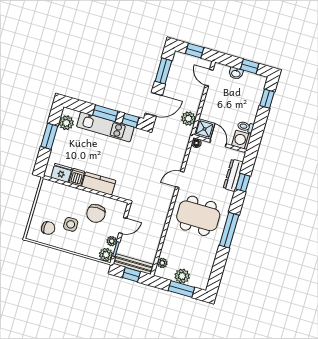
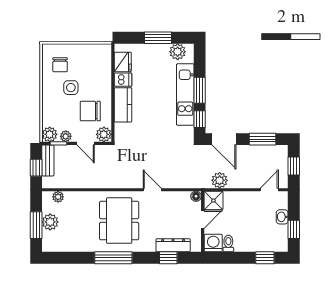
plant: (120, 208) -> (104, 134), added
bench: (133, 264) -> (48, 160), width x0.73

